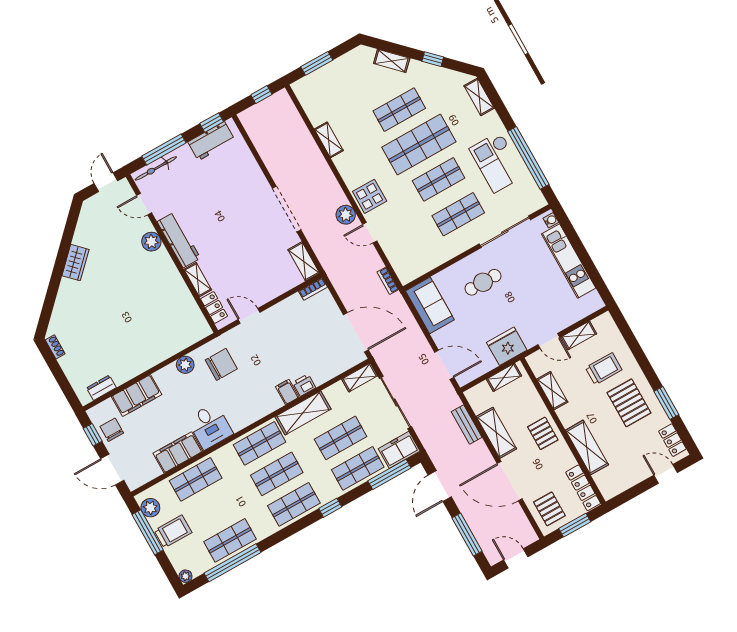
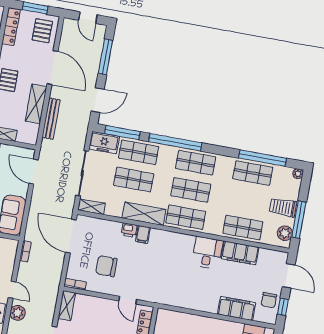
chair: (221, 364) -> (106, 266), moved
plant: (185, 365) -> (191, 303), removed
bench: (467, 424) -> (51, 119), width x1.36
window: (330, 508) -> (175, 142), width x3.17

